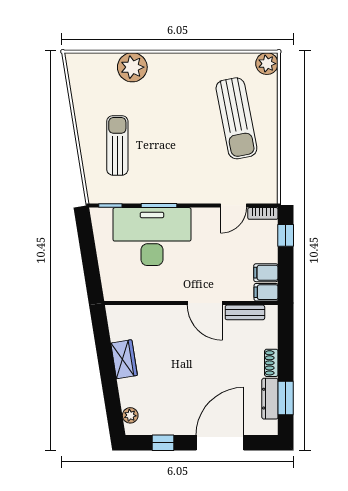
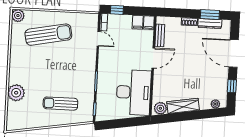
desk: (152, 237) -> (134, 92), moved, turned 180
plant: (118, 320) -> (160, 108), added
wardrobe: (124, 359) -> (183, 106), width x1.50

